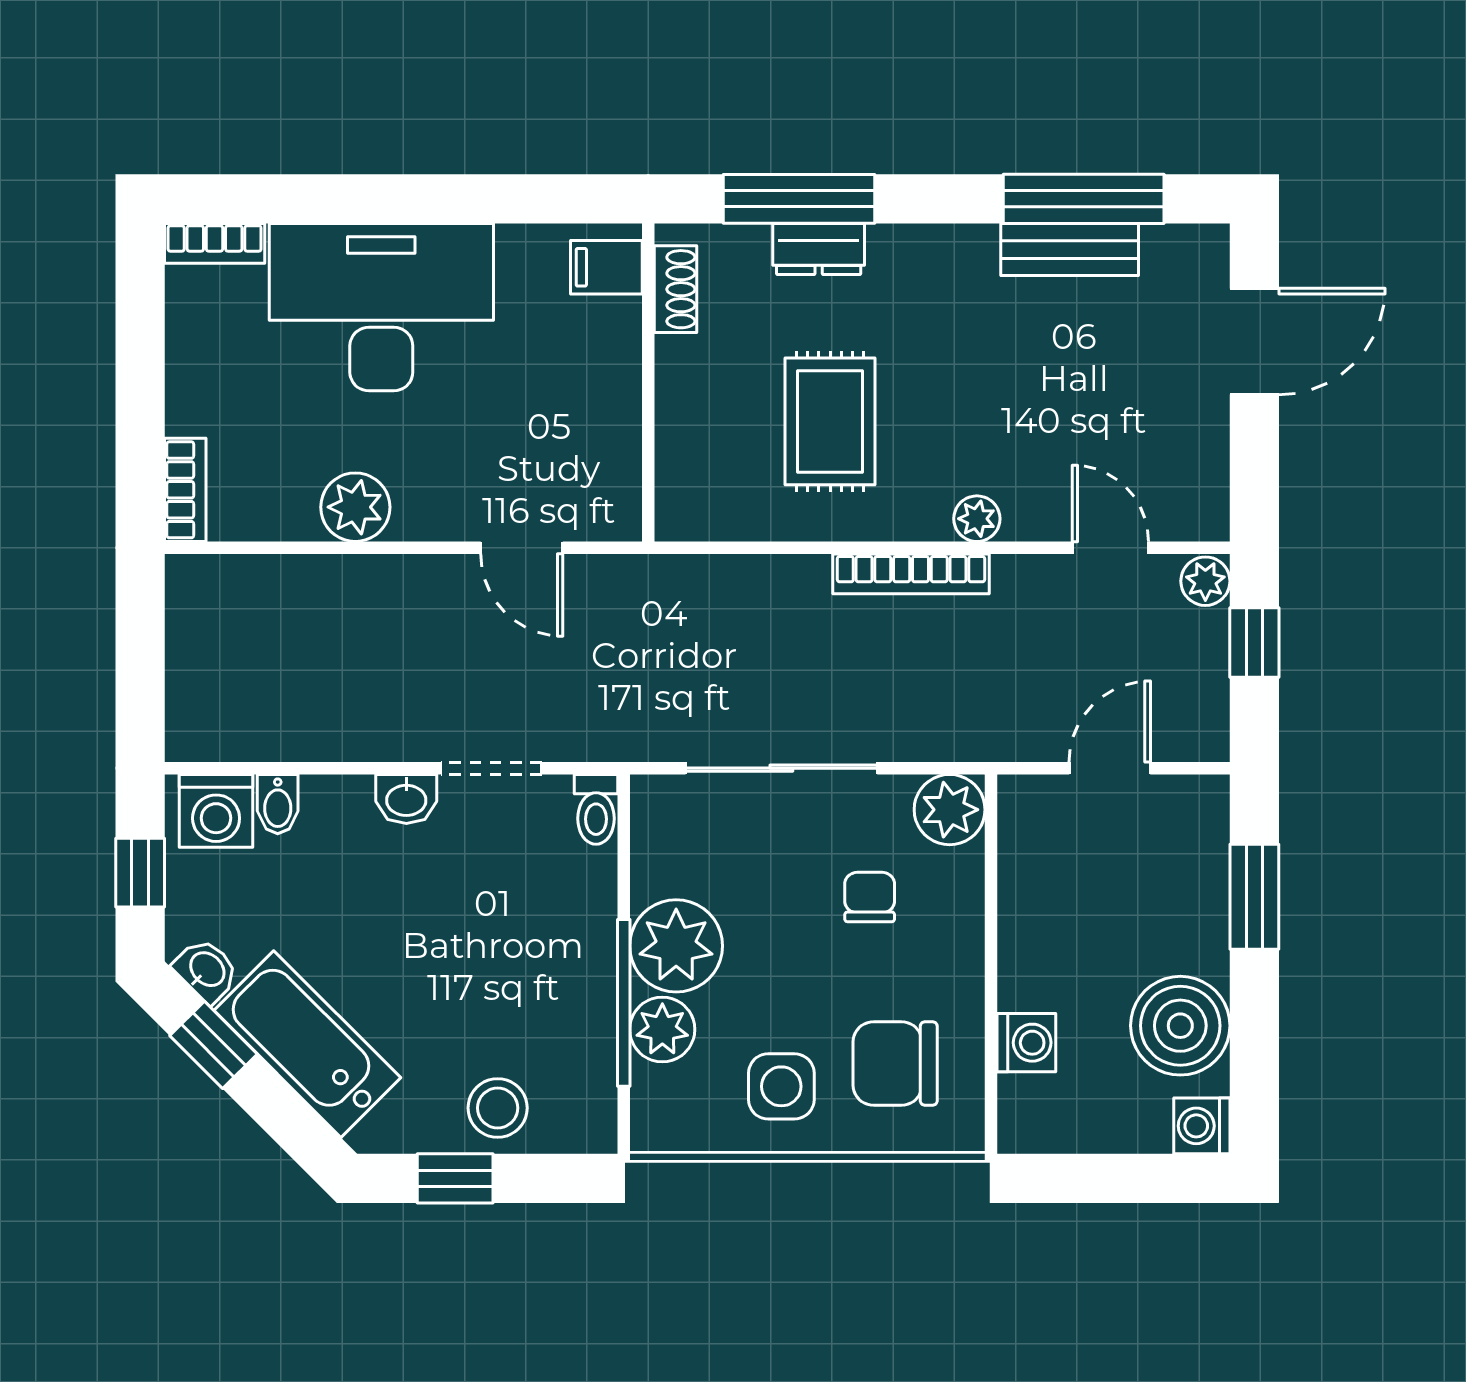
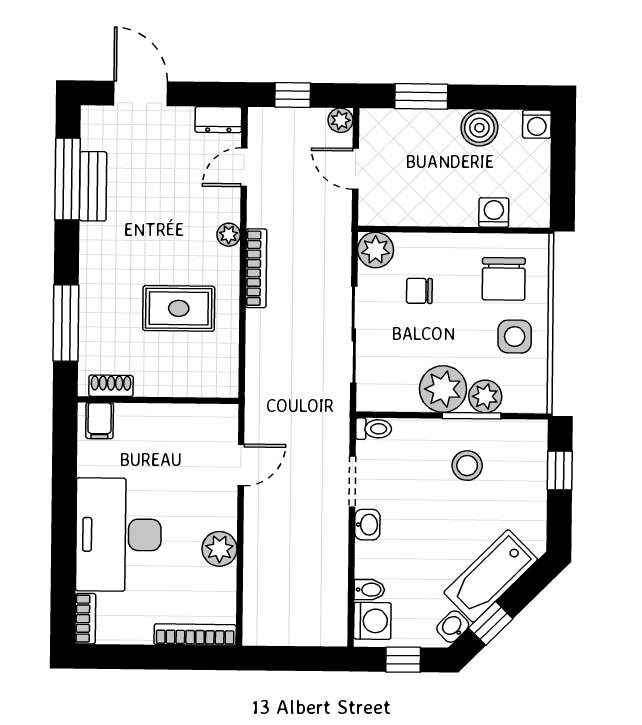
dresser: (819, 249) -> (218, 120), moved, turned 90
bookcase: (185, 490) -> (195, 635), width x1.56
plant: (1205, 581) -> (341, 120), moved
window: (624, 1003) -> (472, 416), width x0.69
boiler: (1180, 1026) -> (479, 128), width x0.73, depth x0.73
stool: (498, 1108) -> (467, 466), moved
window: (455, 1178) -> (560, 471), moved

